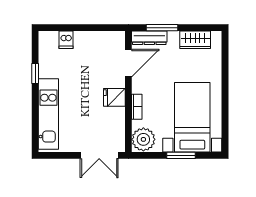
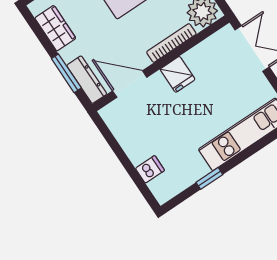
bookcase: (137, 107) -> (171, 43), width x1.56

